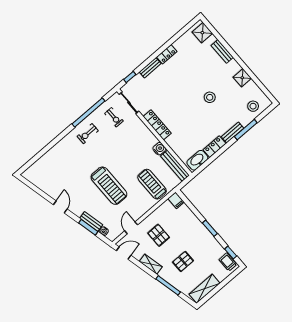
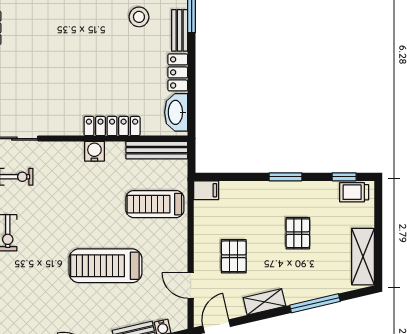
stool: (210, 97) -> (139, 17), moved
locker: (157, 125) -> (112, 126), moved
water cooler: (159, 149) -> (94, 151), moved
treadmill: (109, 186) -> (105, 266), turned 180
pallet: (159, 235) -> (234, 256), turned 90
pallet: (183, 261) -> (298, 233), moved

